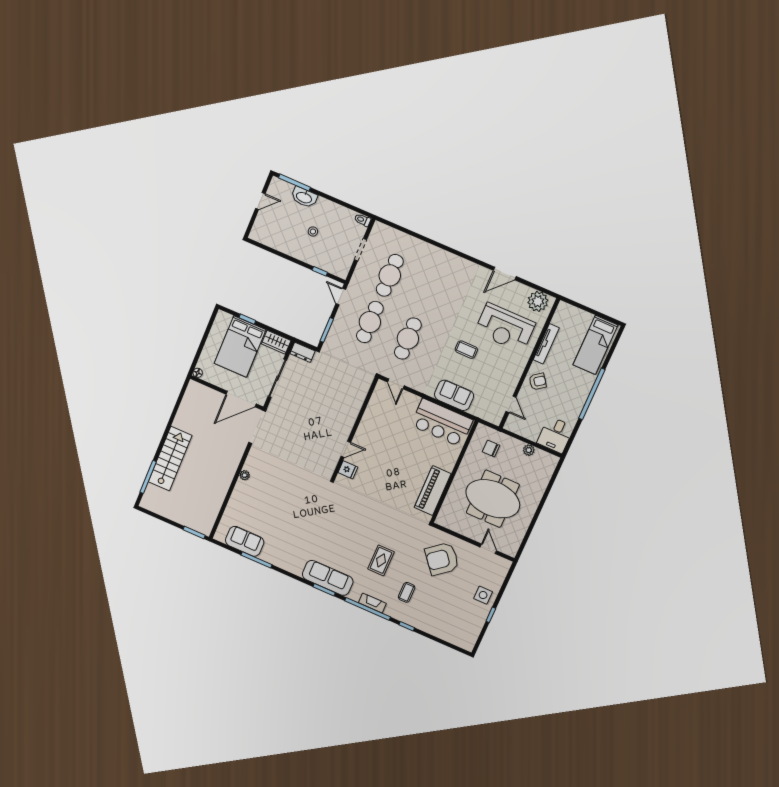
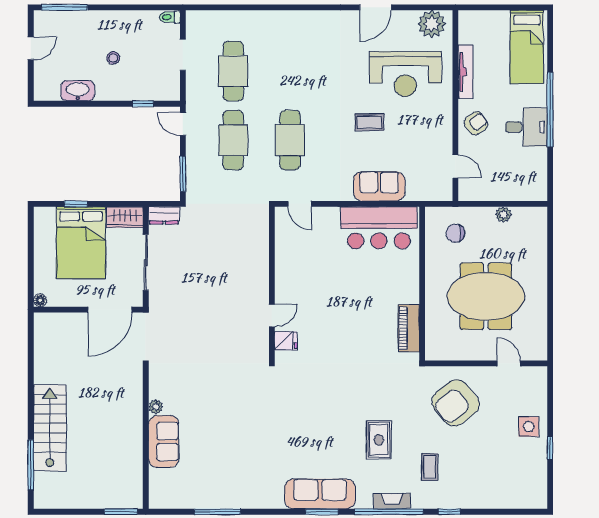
washbasin: (304, 197) -> (78, 91), moved, turned 180
desk: (555, 435) -> (526, 127), moved, turned -90
piano: (433, 491) -> (409, 328), width x0.73, depth x0.75
sofa: (245, 541) -> (164, 442), moved, turned 90

